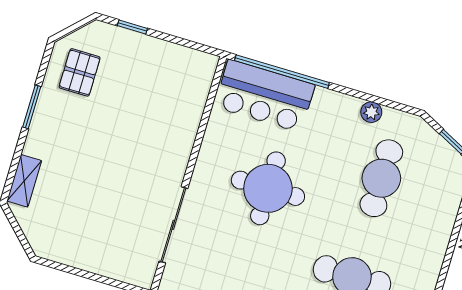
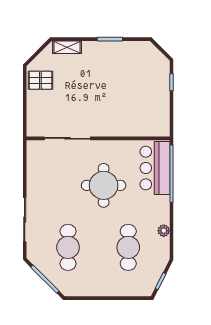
pallet: (80, 72) -> (40, 80), moved
cafe table: (381, 178) -> (128, 247), turned 90

